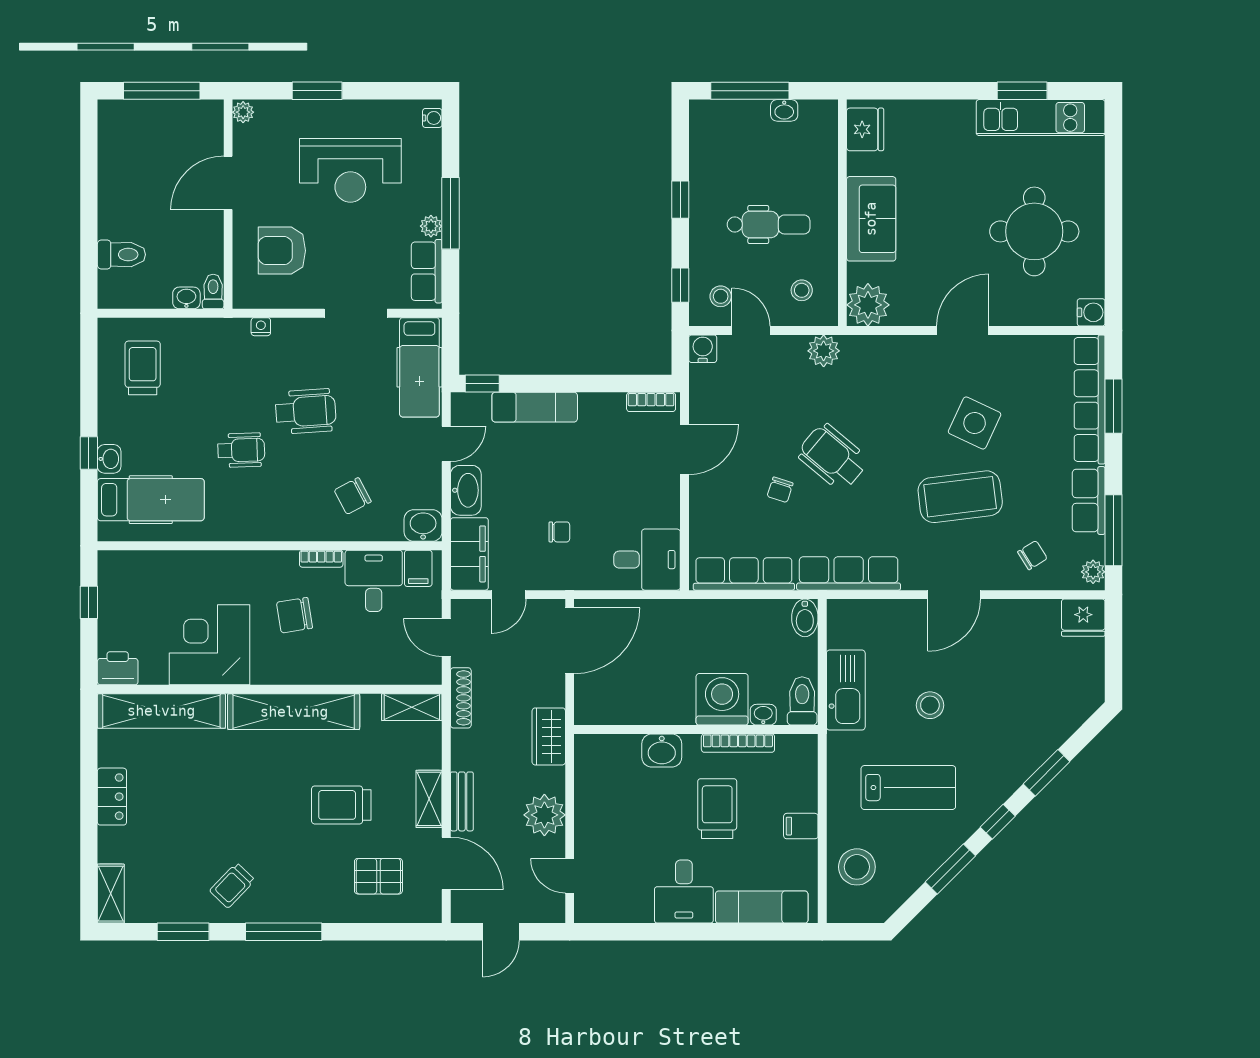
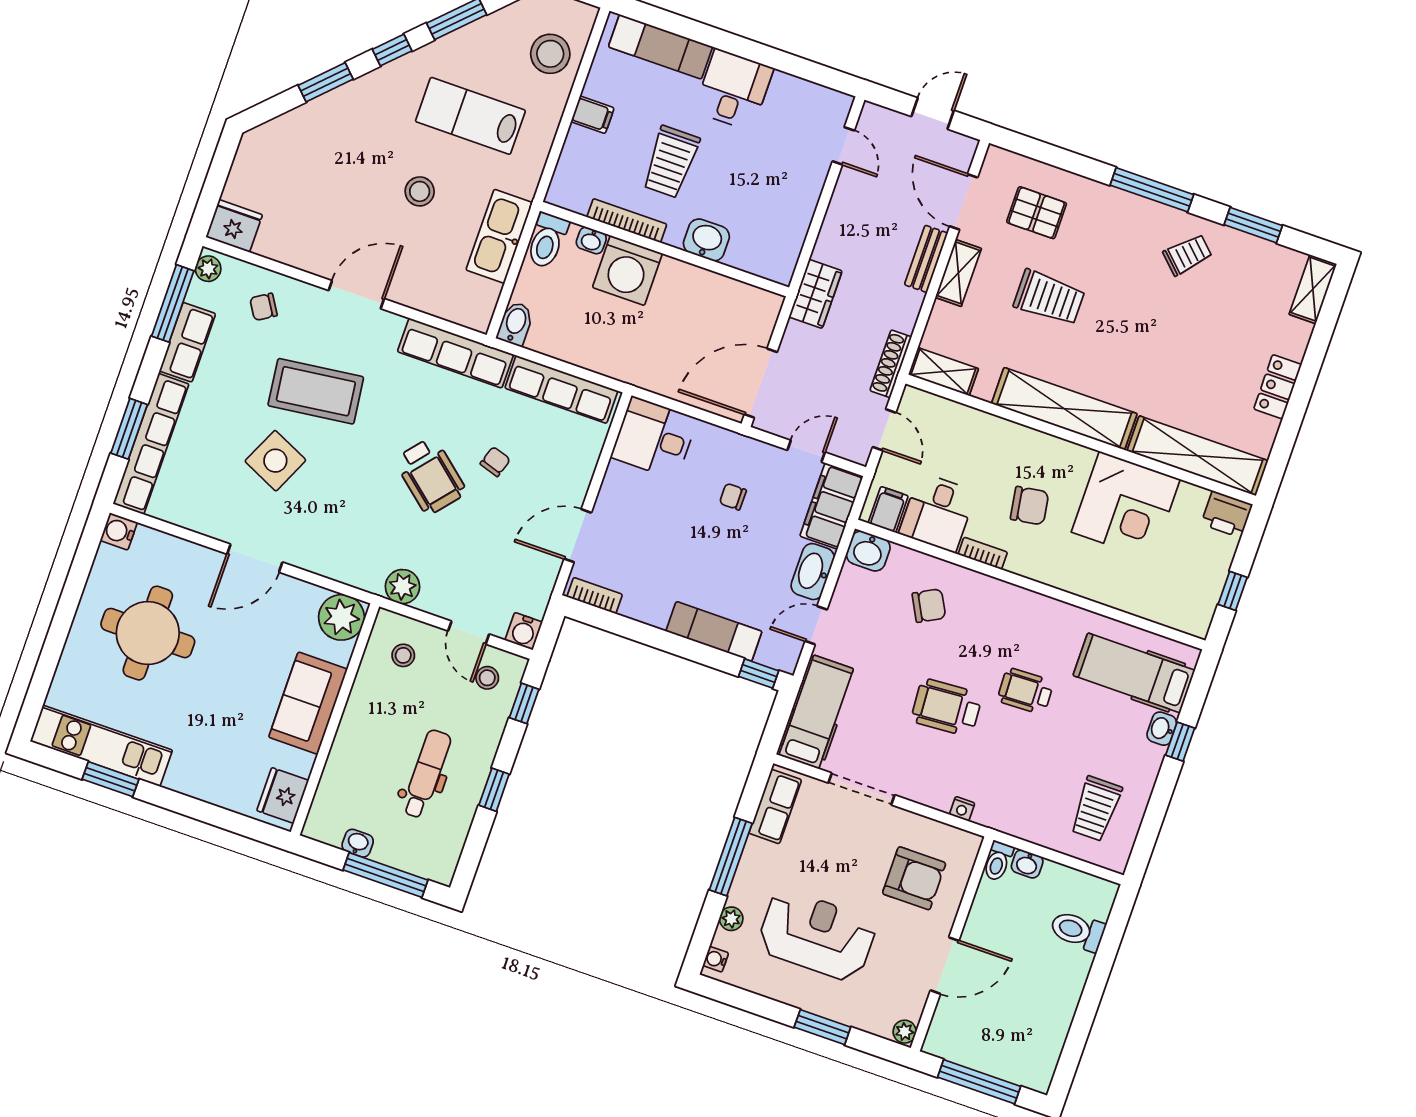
dental chair: (769, 224) -> (426, 774), moved, turned 90
plant: (431, 226) -> (731, 919), moved
plant: (544, 815) -> (847, 216), removed

